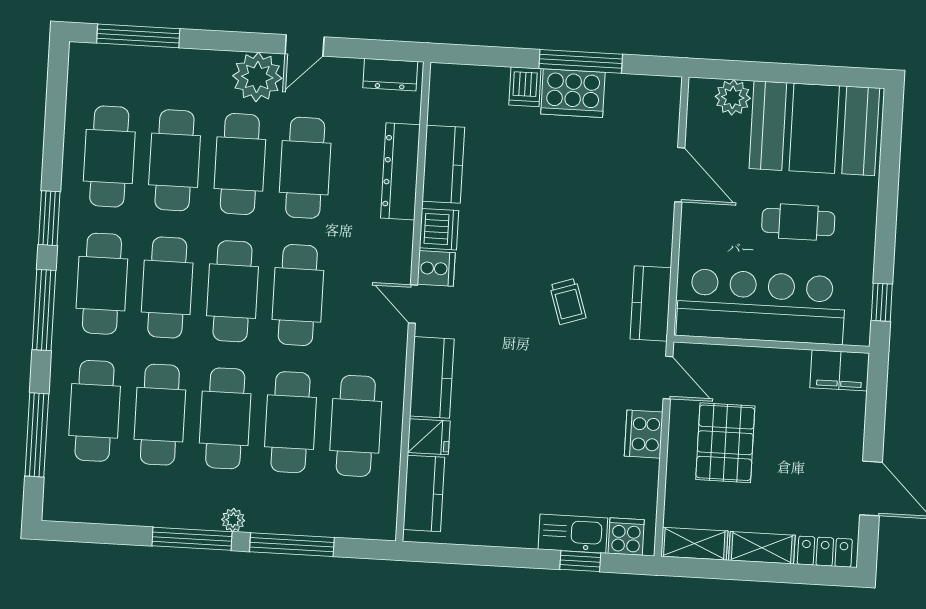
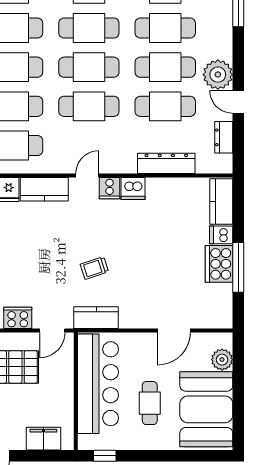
dresser: (390, 75) -> (224, 137), moved
kitchen counter: (443, 164) -> (221, 202), moved, turned 90
filing cabinet: (840, 370) -> (43, 439), moved, turned 90

